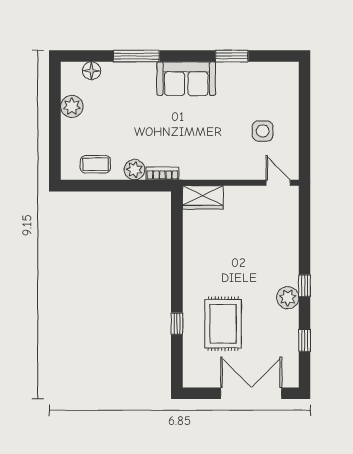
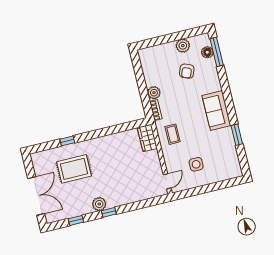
window: (136, 56) -> (217, 52), moved
armchair: (113, 110) -> (187, 71), added
coffee table: (95, 164) -> (173, 134), moved

